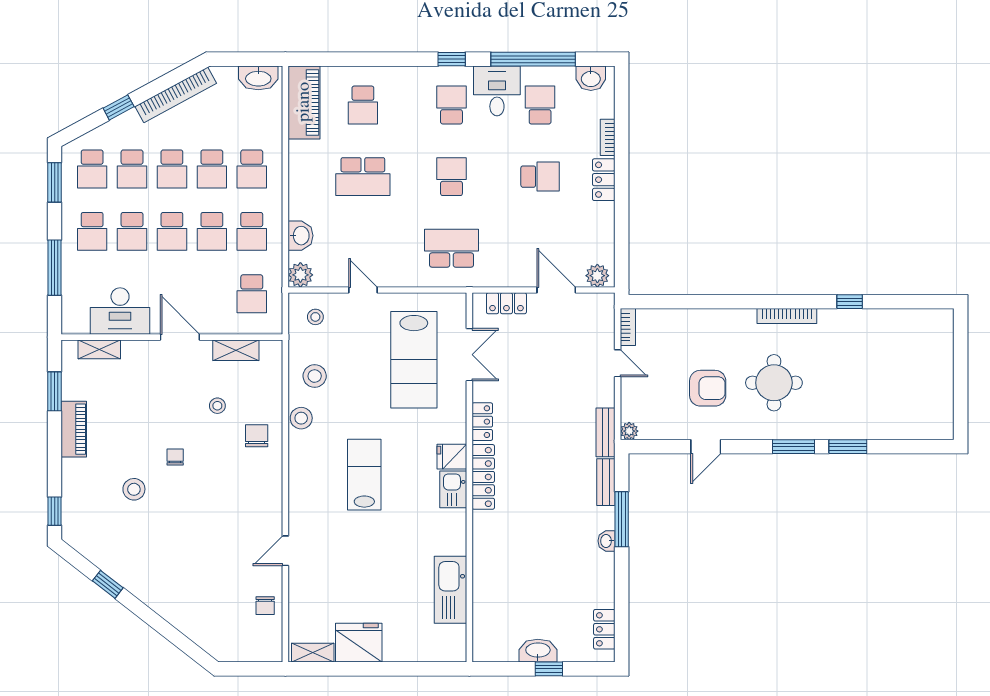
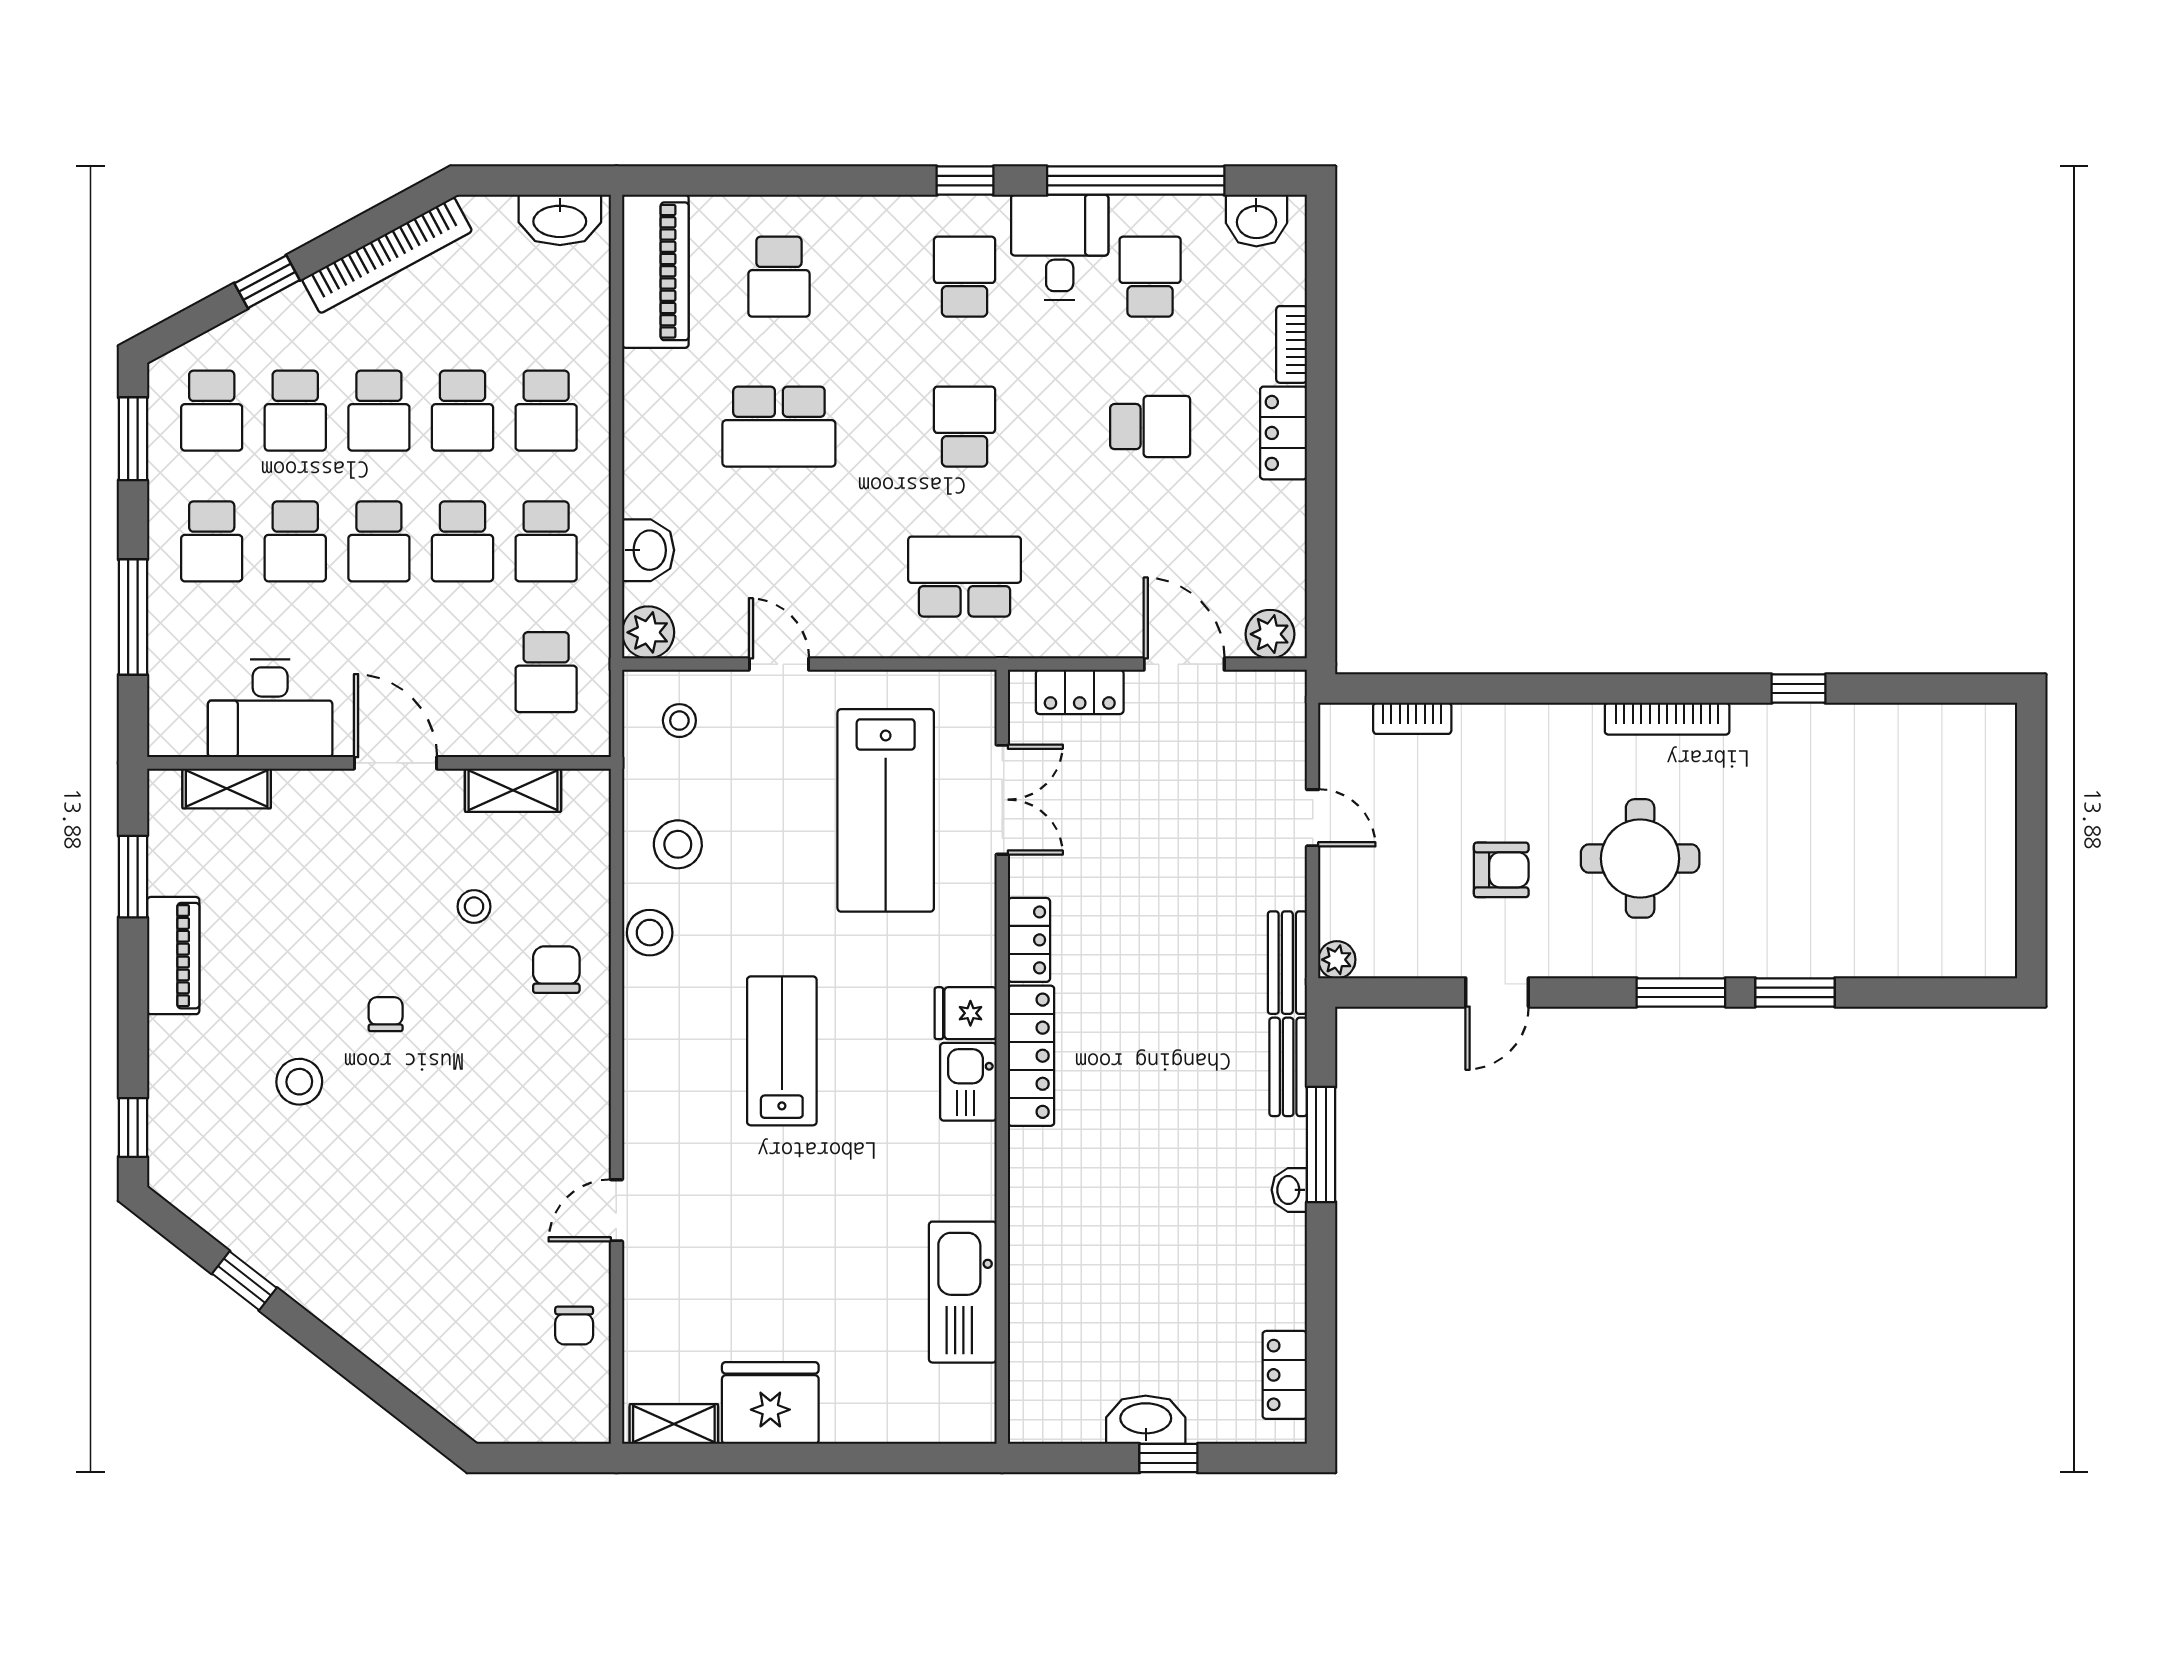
bookcase: (628, 327) -> (1412, 718), moved, turned 90
armchair: (708, 388) -> (1501, 870), width x0.72, depth x0.72

